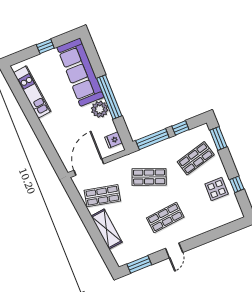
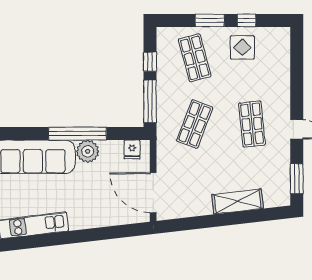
window: (218, 138) -> (210, 20), moved
shop shelf: (102, 196) -> (195, 190), removed

